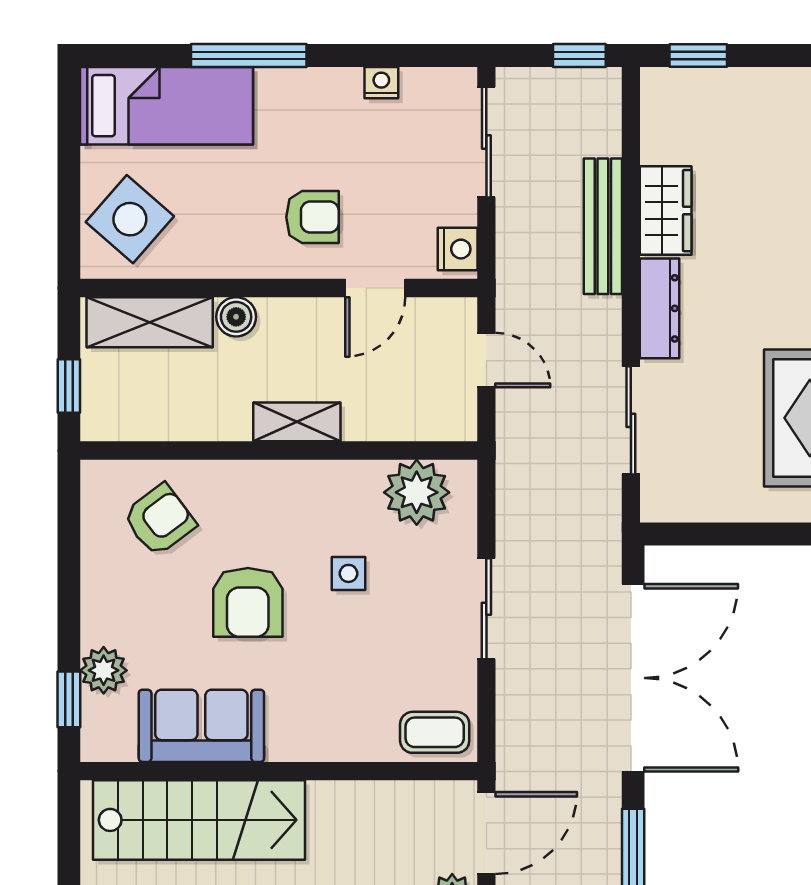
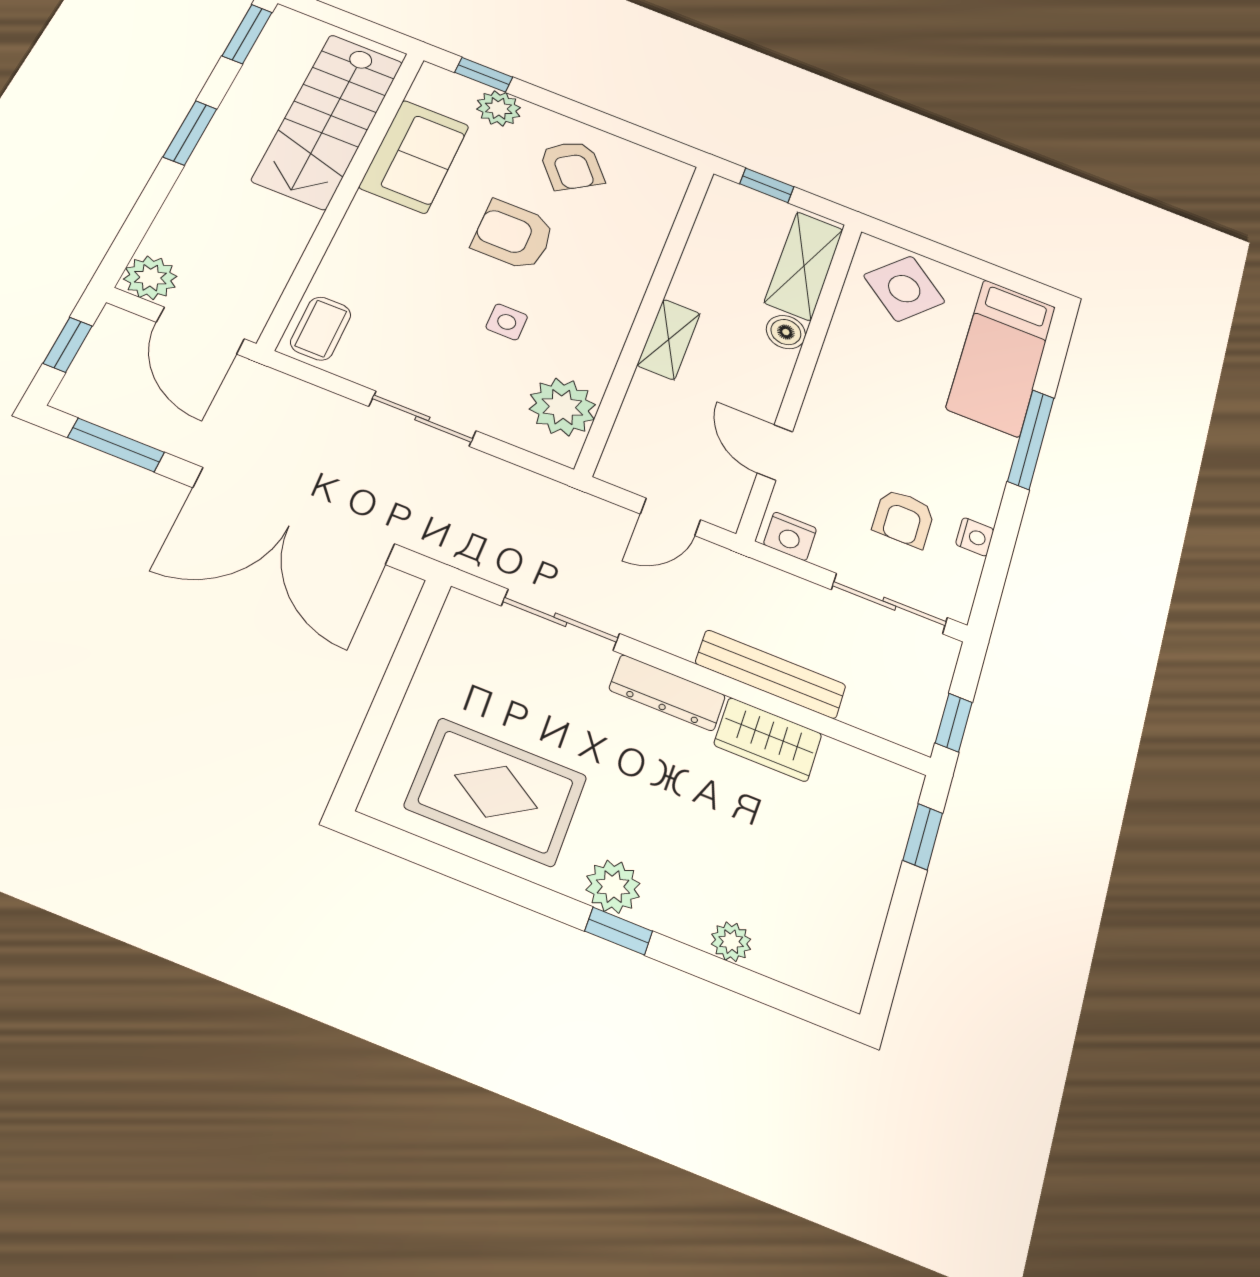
armchair: (313, 217) -> (904, 518), moved
armchair: (159, 520) -> (572, 166), moved

